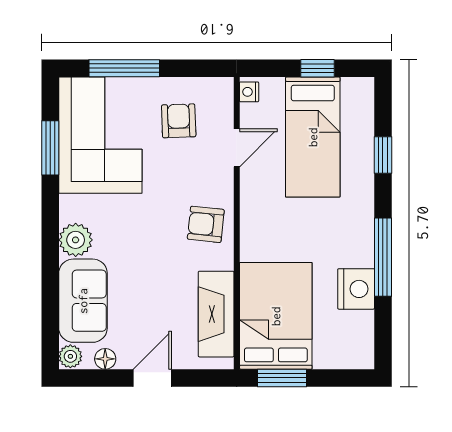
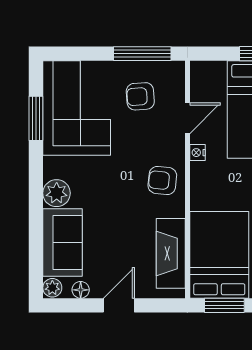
window: (124, 68) -> (142, 54), moved
nightstand: (249, 92) -> (197, 153), moved
armchair: (179, 121) -> (140, 96), turned -92

